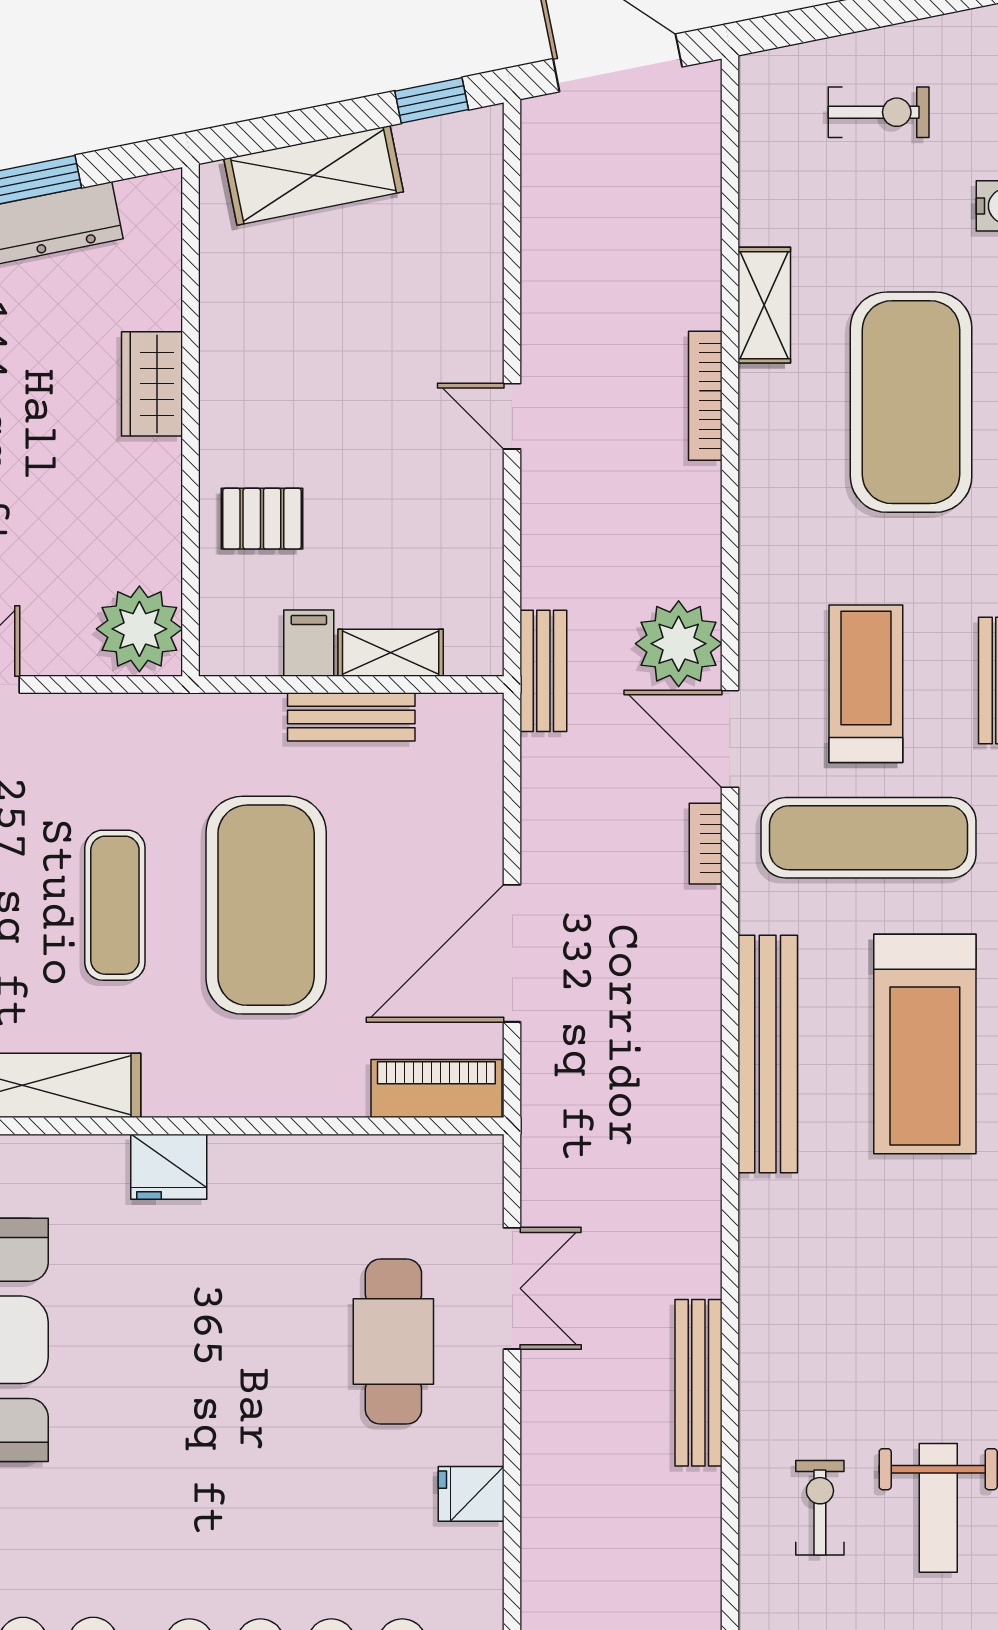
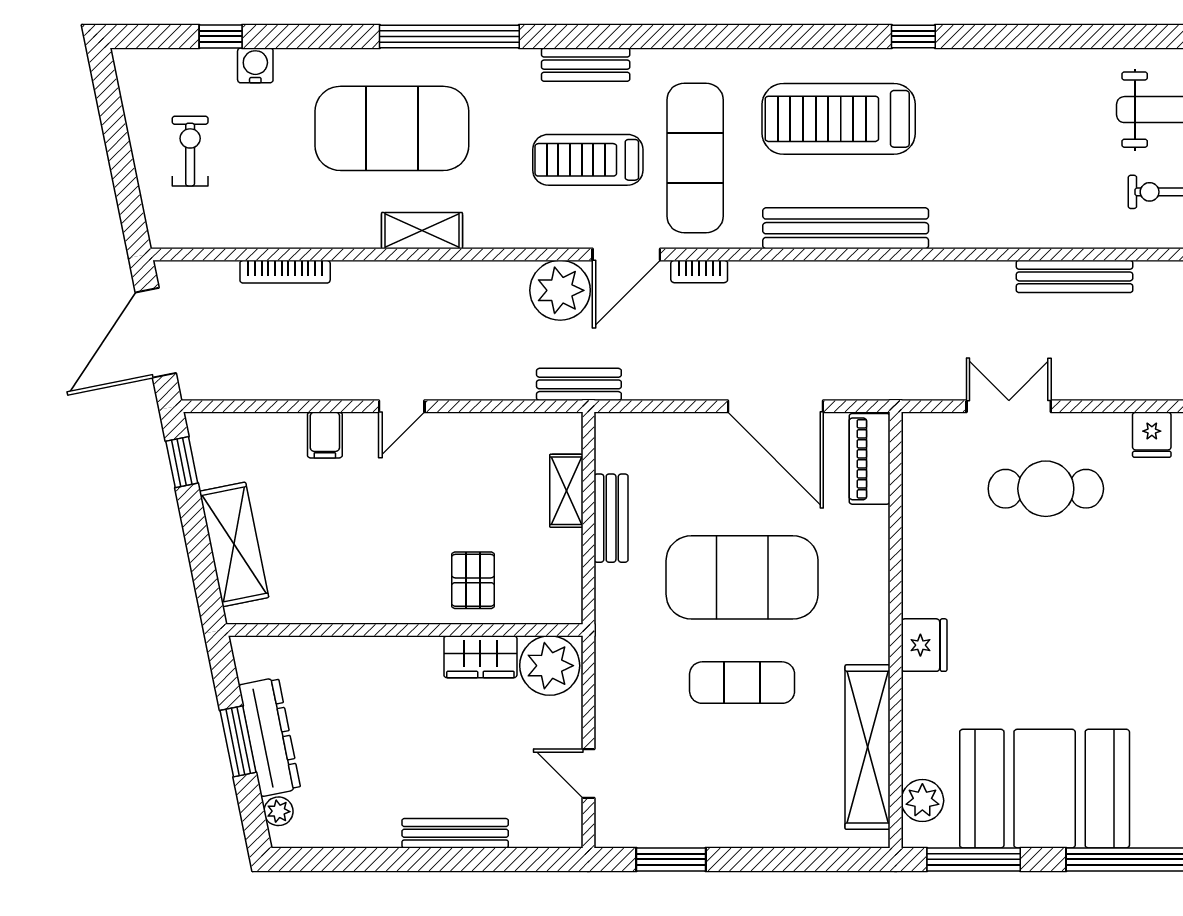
shelving: (764, 305) -> (422, 231), moved
wardrobe: (152, 384) -> (480, 657), moved
bookcase: (705, 396) -> (285, 272), moved
filing cabinet: (309, 643) -> (325, 435), moved, turned -90
treadmill: (925, 1044) -> (839, 119), turned 180

